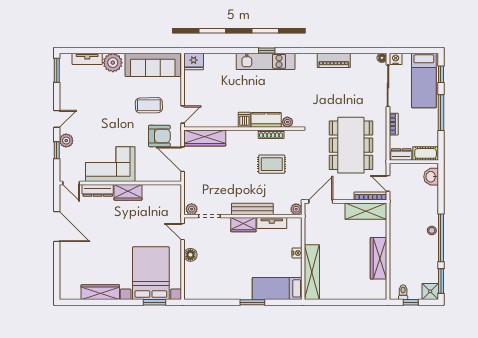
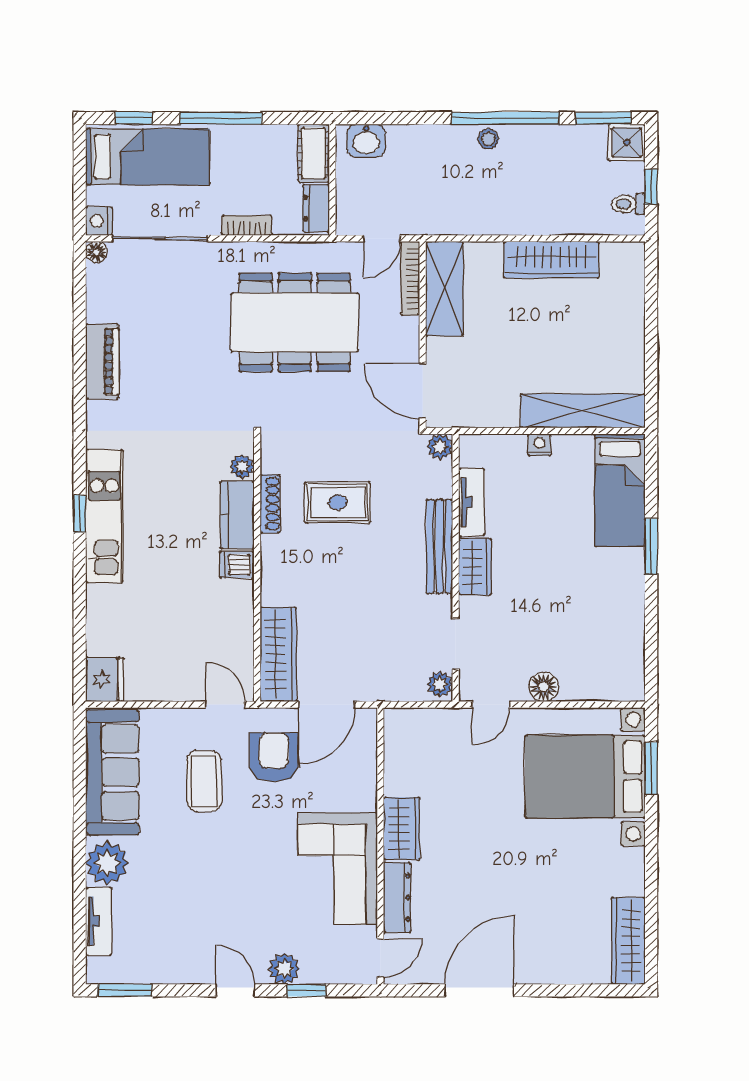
rug: (272, 164) -> (338, 502), turned 90
wardrobe: (100, 292) -> (628, 941), moved

